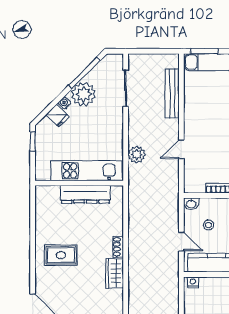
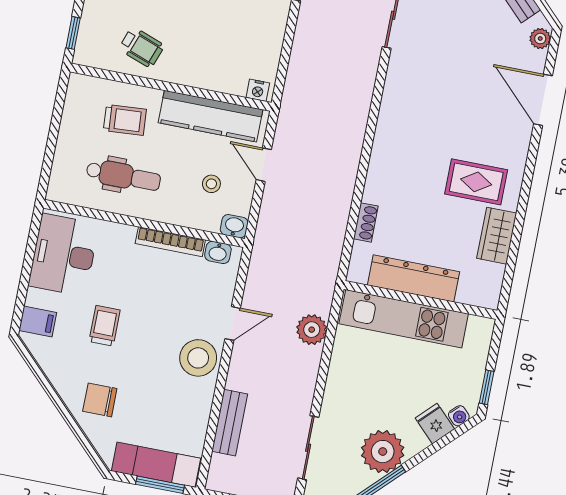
bench: (172, 94) -> (230, 423), width x0.73
water cooler: (65, 103) -> (459, 416), moved
stool: (197, 126) -> (198, 358), added
washbasin: (197, 187) -> (218, 252), added
shoe rack: (118, 247) -> (366, 222), moved
wardrobe: (115, 273) -> (497, 236), moved, turned 180

